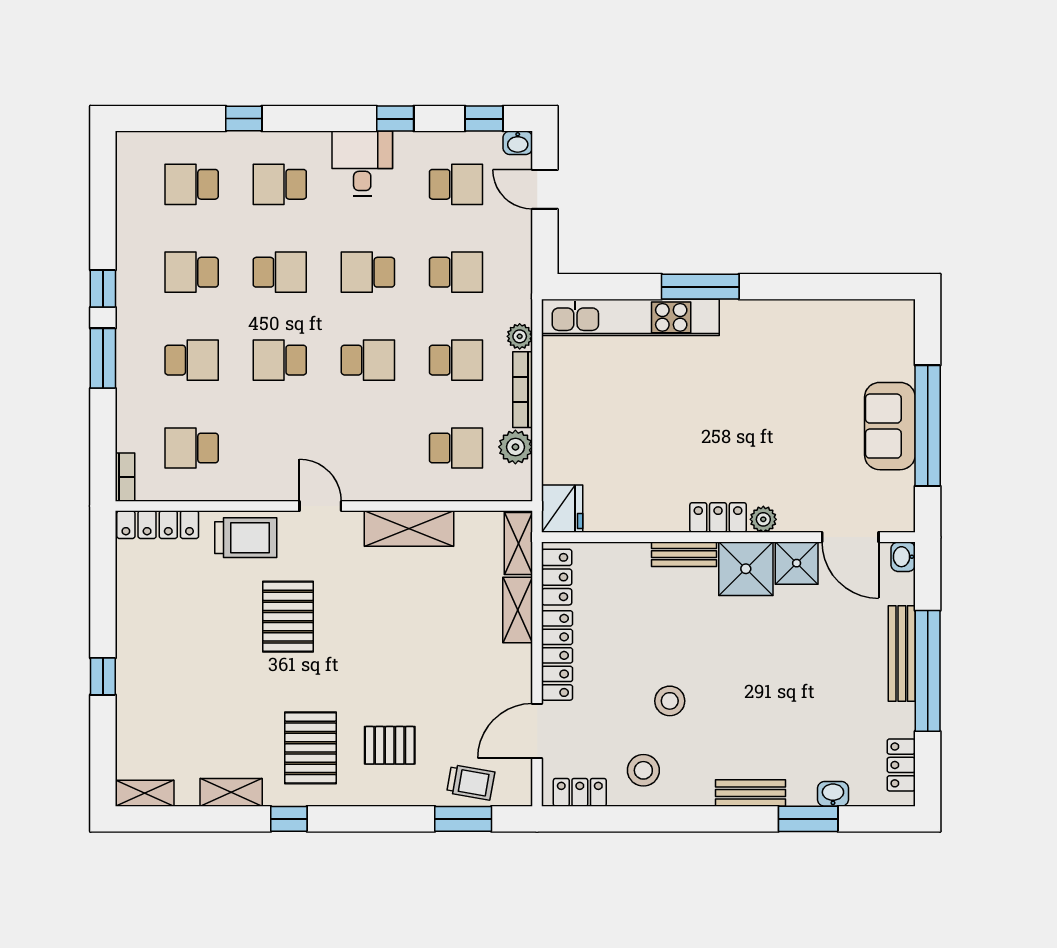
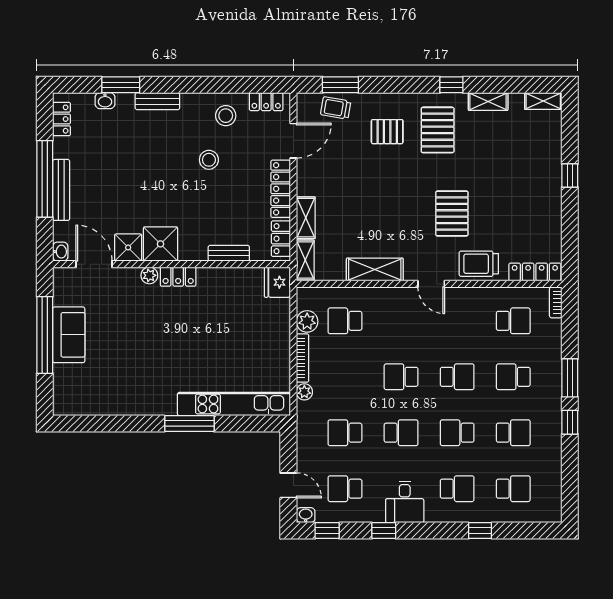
school desk: (456, 360) -> (345, 377), removed
bench: (684, 554) -> (229, 253), moved

